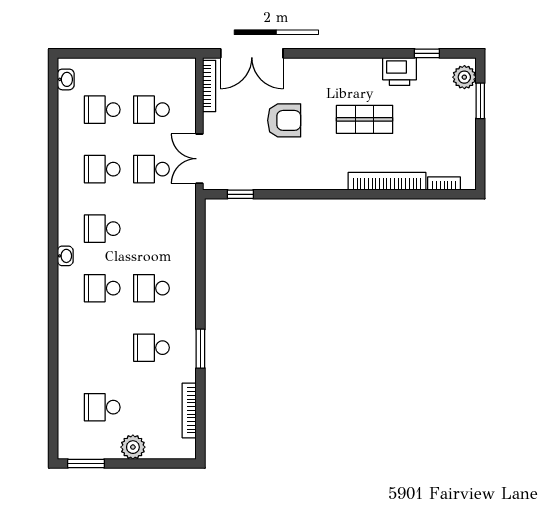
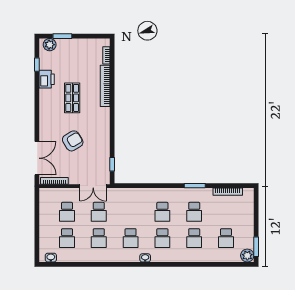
armchair: (284, 120) -> (73, 141), turned 59
school desk: (102, 348) -> (194, 238), added
plant: (133, 447) -> (247, 255), moved

